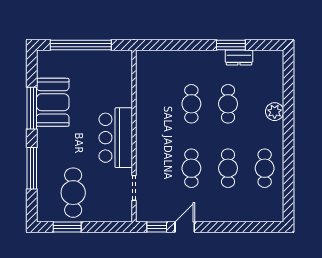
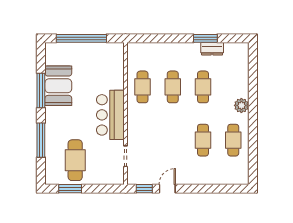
plant: (275, 112) -> (241, 105), moved
cafe table: (191, 168) -> (143, 87), moved

